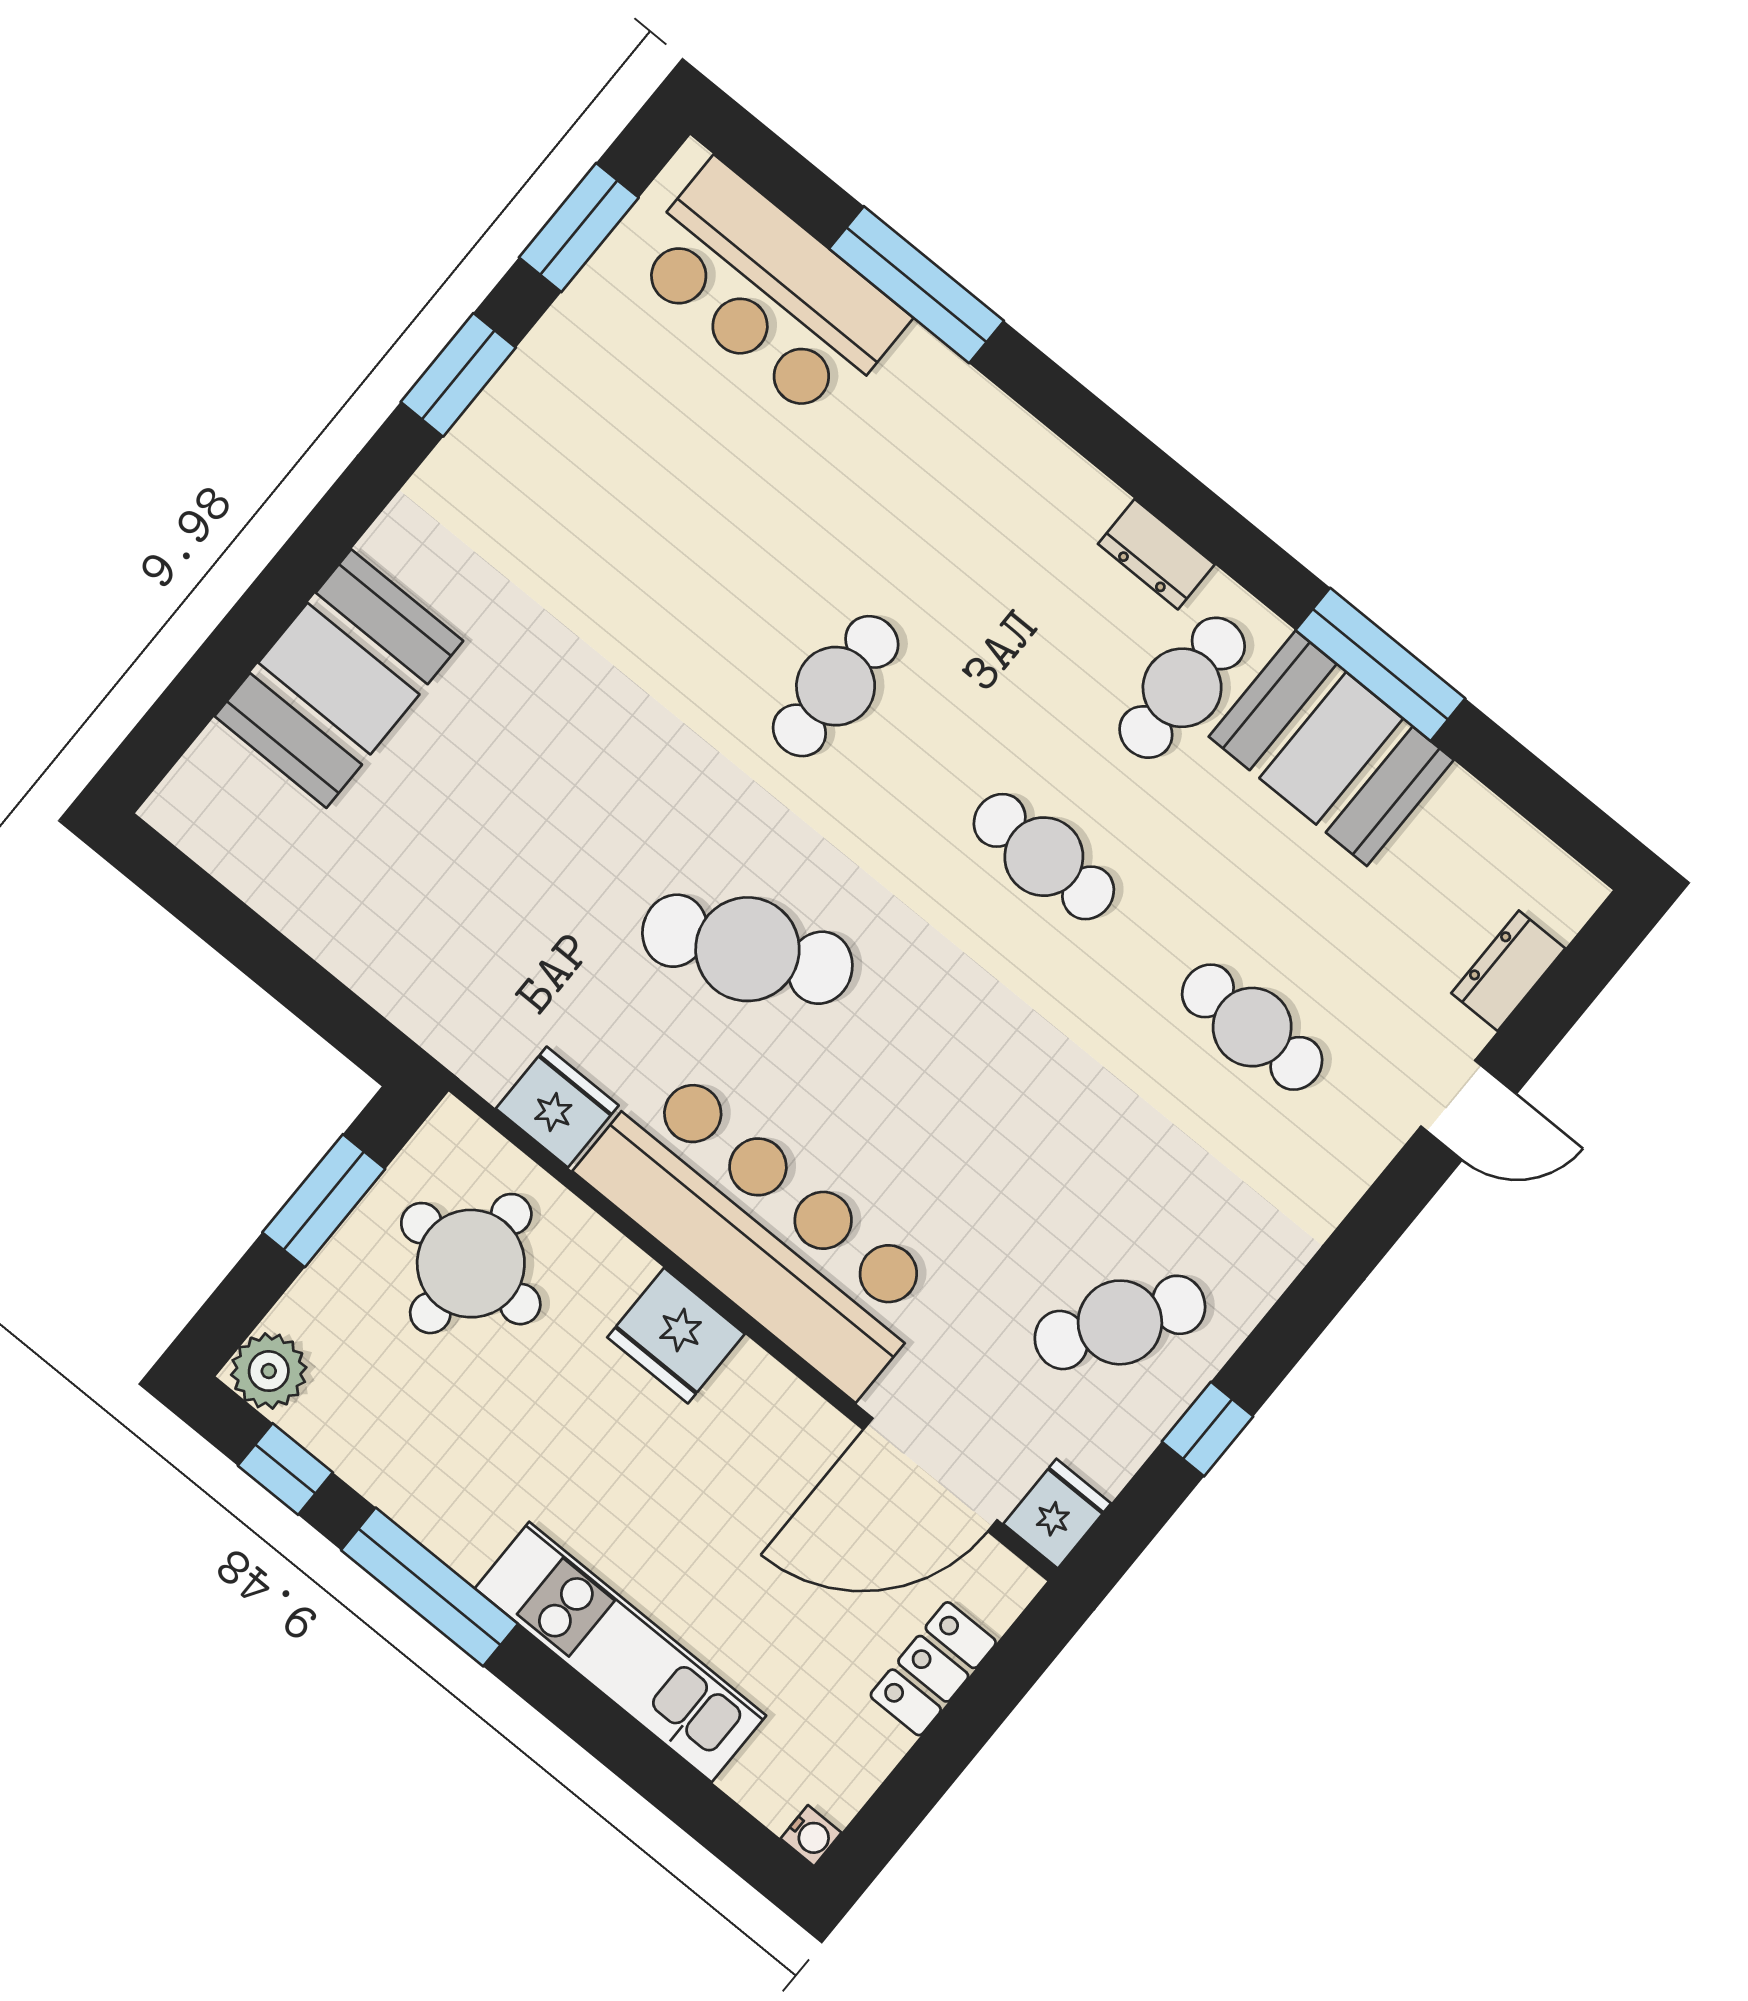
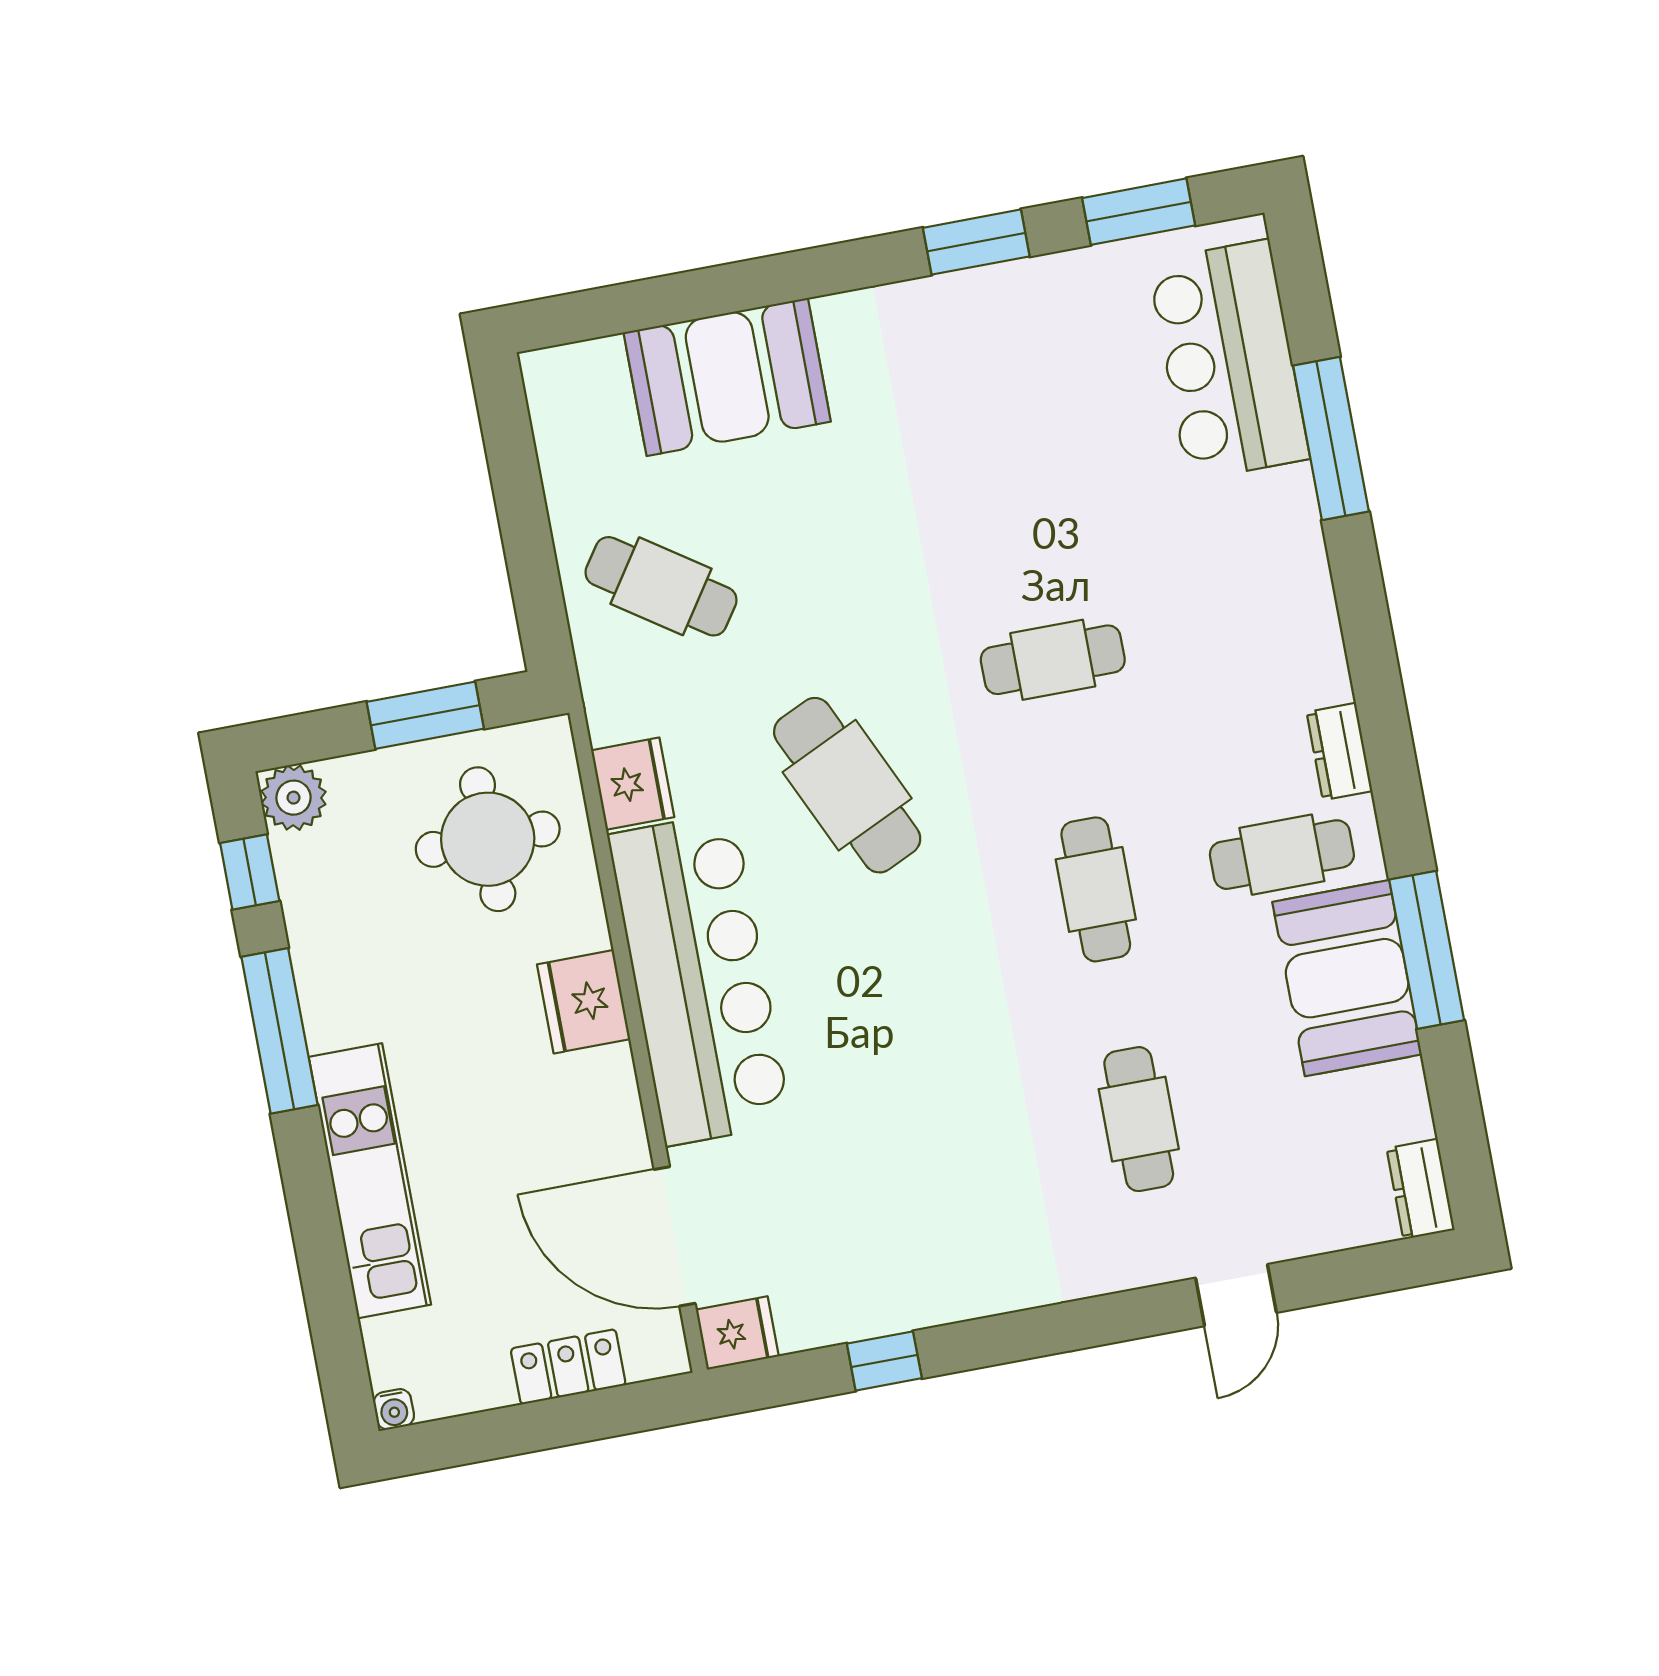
dresser: (1508, 971) -> (1421, 1189), moved, turned -90
door: (1469, 1110) -> (1236, 1295), hinge flipped
cafe table: (1120, 1322) -> (661, 586), moved

